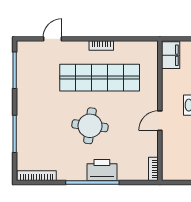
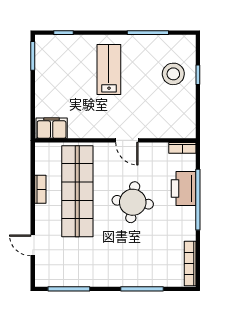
filing cabinet: (171, 55) -> (52, 128), moved
wall: (160, 111) -> (115, 140), moved
door: (160, 121) -> (127, 140), moved
bookcase: (153, 169) -> (182, 148), moved

